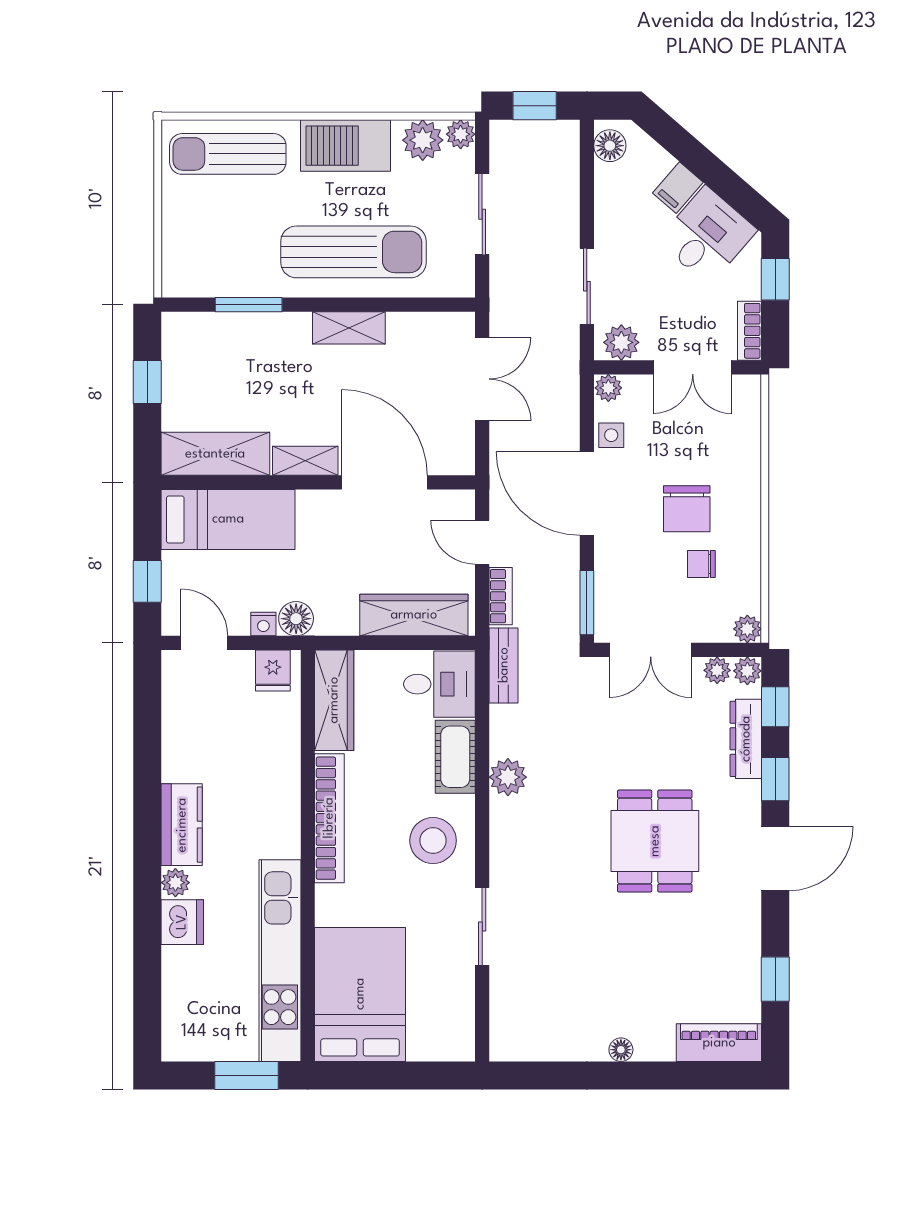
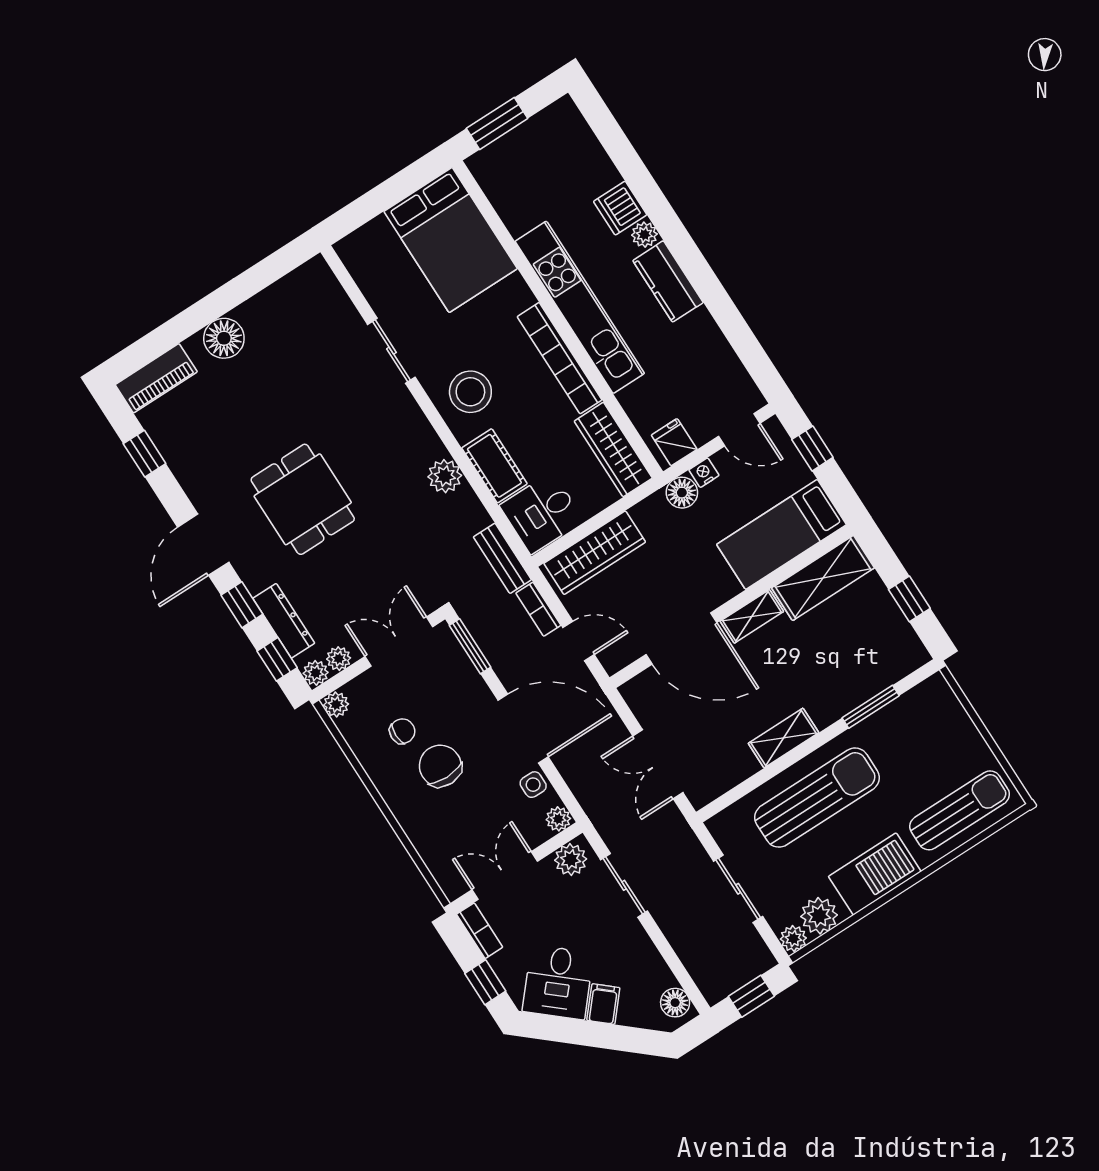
sun lounger: (353, 252) -> (817, 798), turned 180
kitchen unit: (280, 961) -> (580, 307), moved
floor lamp: (621, 1050) -> (224, 338), width x1.89, depth x1.89

